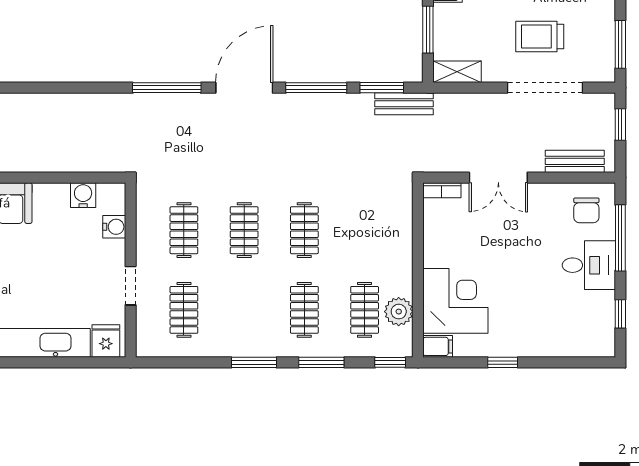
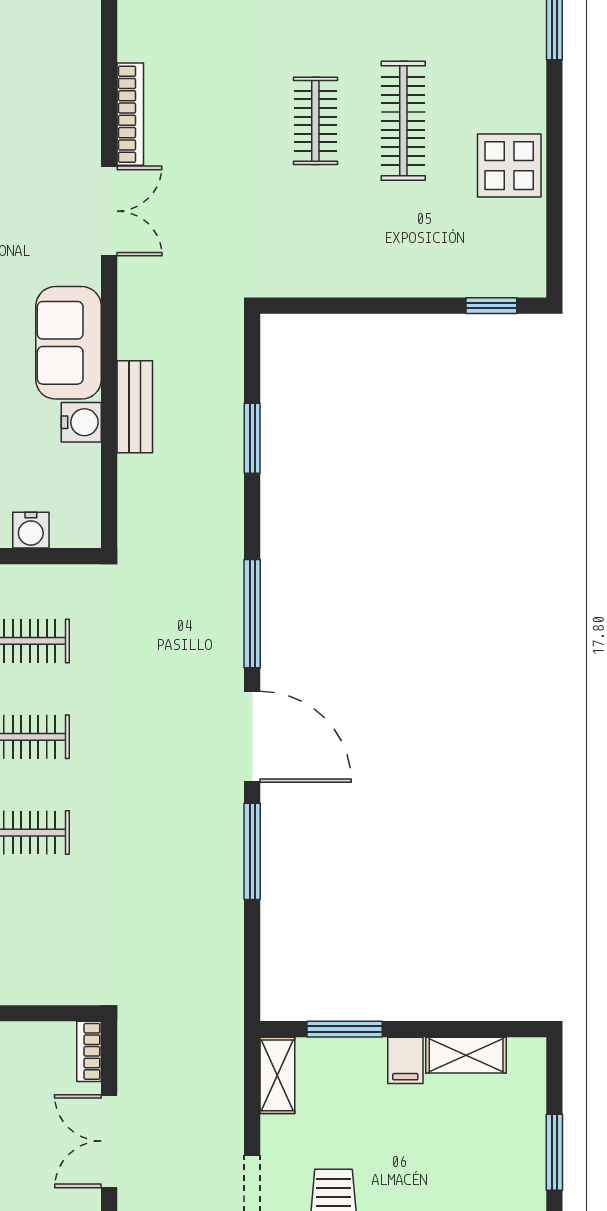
window: (382, 88) -> (252, 438), moved
bench: (404, 104) -> (135, 407), moved
water cooler: (83, 195) -> (81, 422), moved

